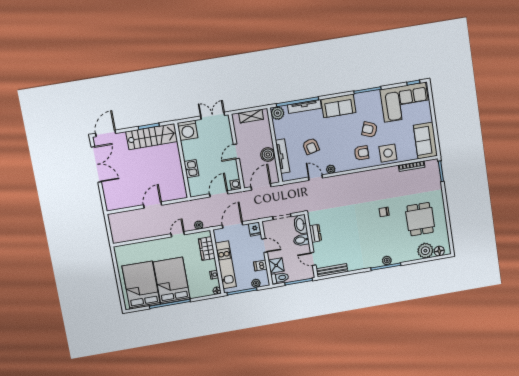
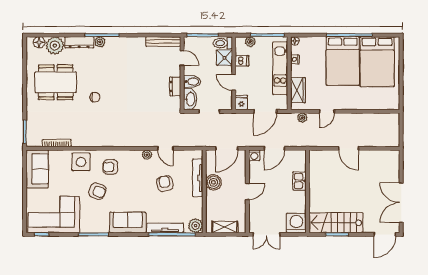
door: (153, 205) -> (349, 148), hinge flipped
dining table: (420, 219) -> (56, 82), width x1.38
dresser: (405, 257) -> (79, 42), added

